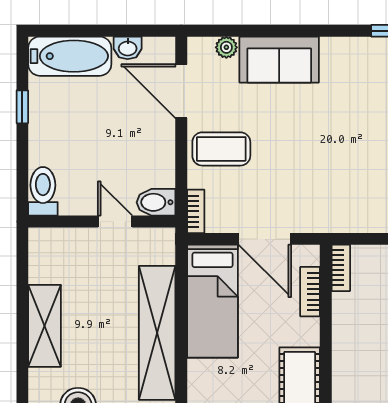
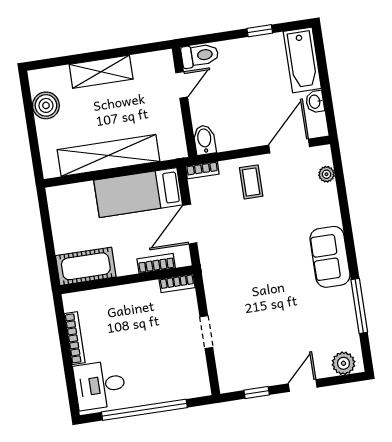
sofa: (279, 60) -> (330, 257), moved
coffee table: (221, 149) -> (251, 182), width x0.73, depth x0.77
door: (115, 221) -> (182, 85), moved

